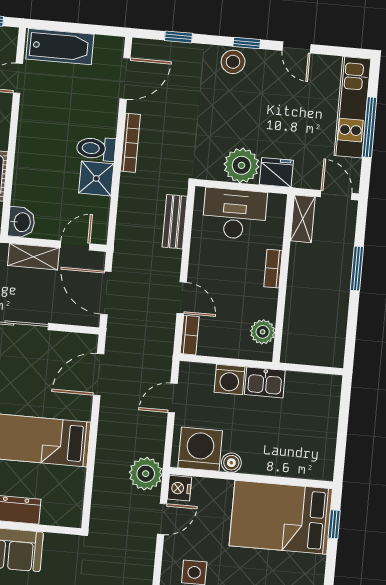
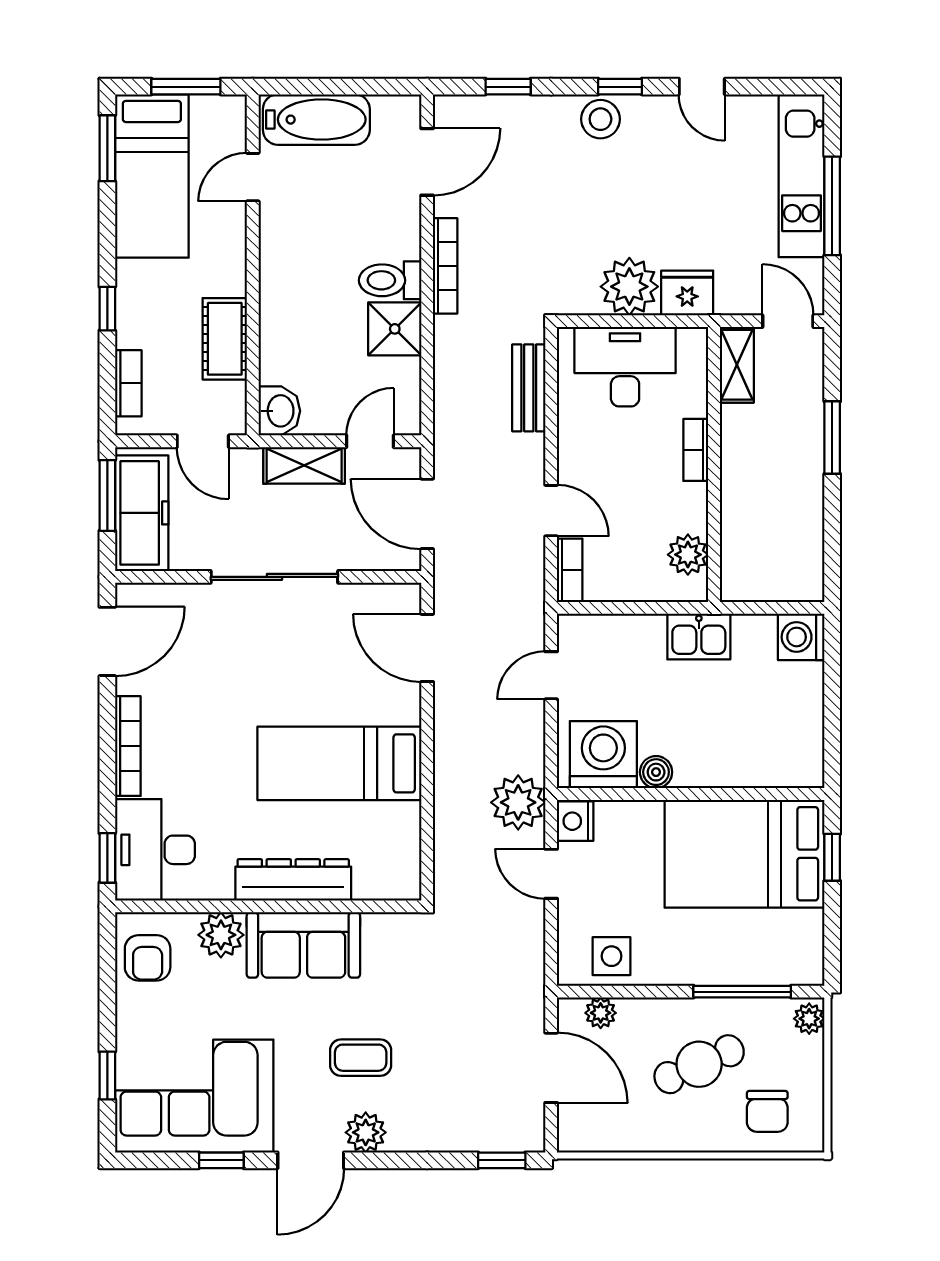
door: (99, 375) -> (427, 648), hinge flipped
washing machine: (230, 380) -> (801, 637), moved, turned 90
door: (162, 519) -> (551, 874), swing flipped

